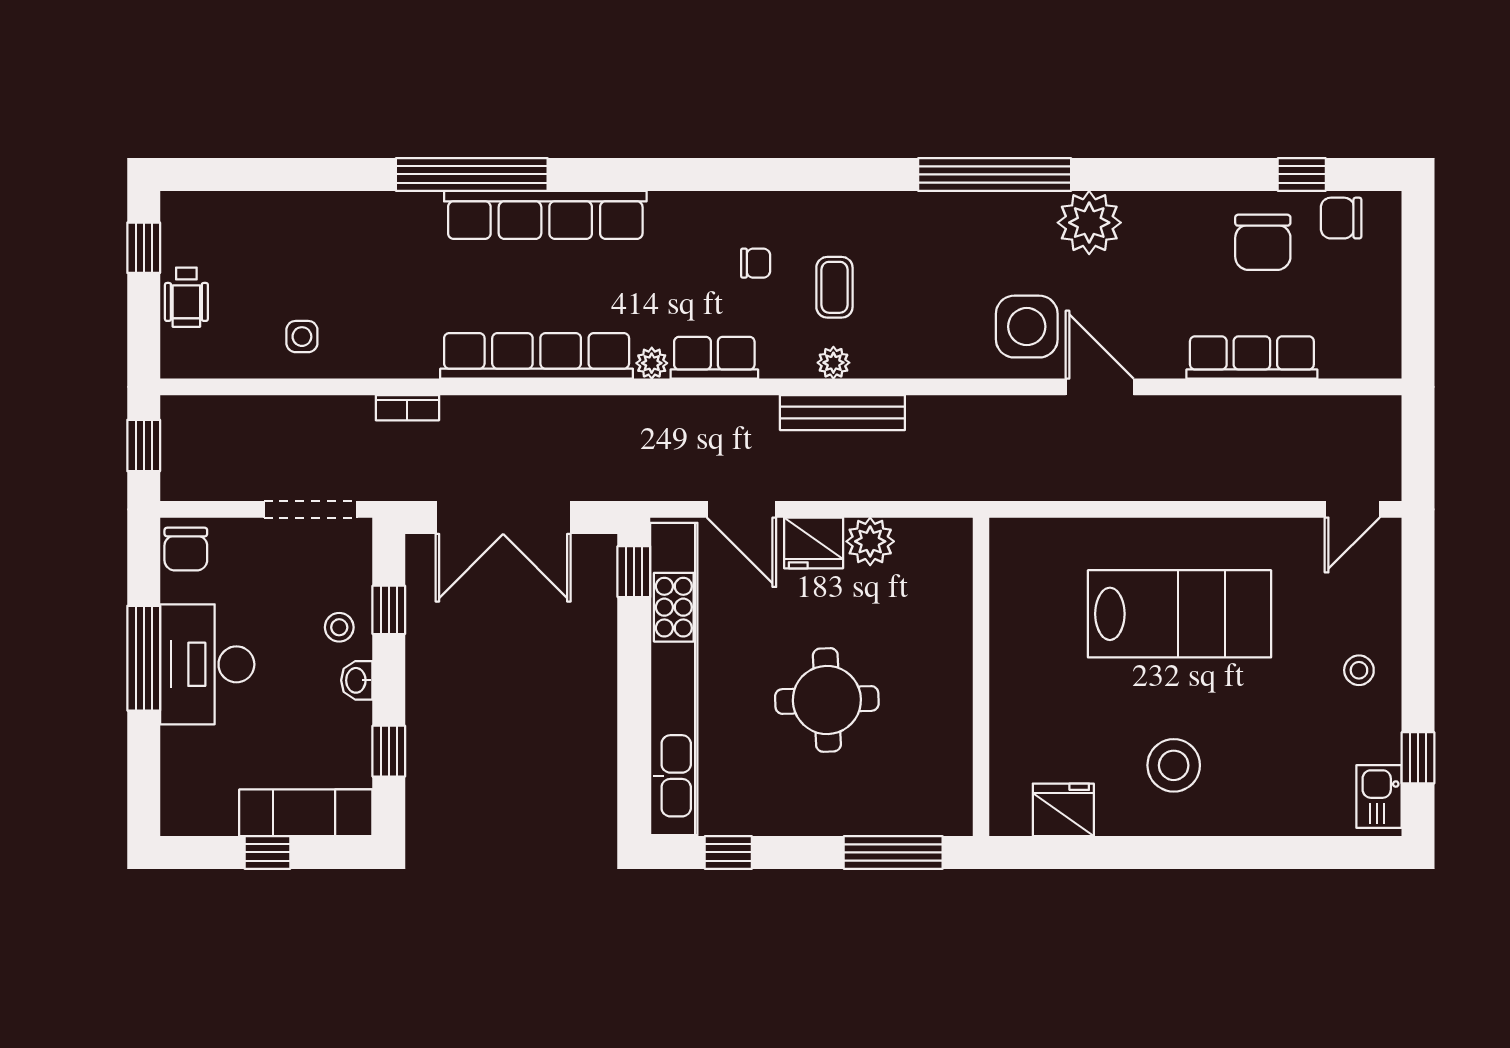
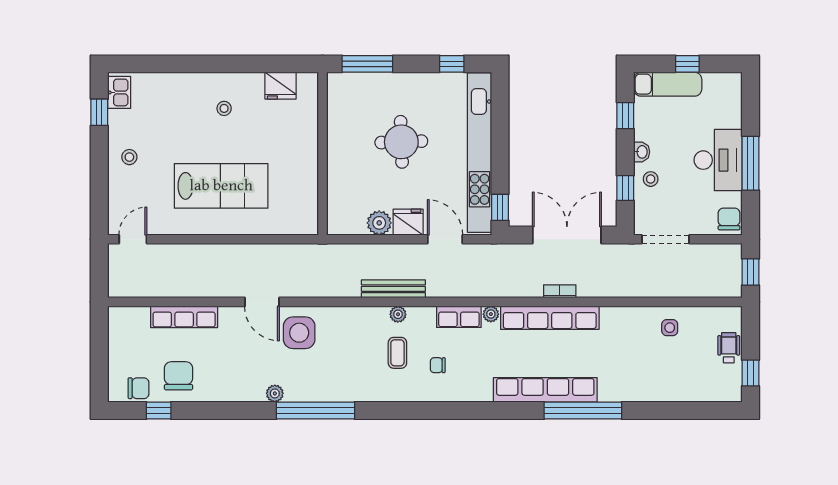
plant: (1089, 223) -> (275, 393), width x0.53, depth x0.53
bookcase: (407, 408) -> (560, 291), moved
lab bench: (1179, 614) -> (221, 186), turned 180
stool: (1174, 765) -> (224, 108), width x0.53, depth x0.53

